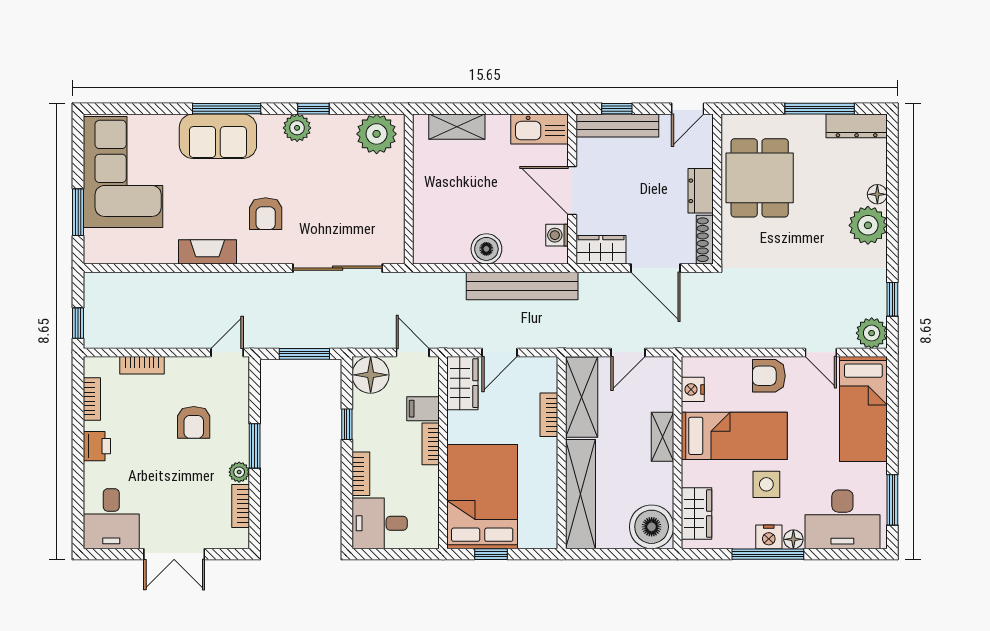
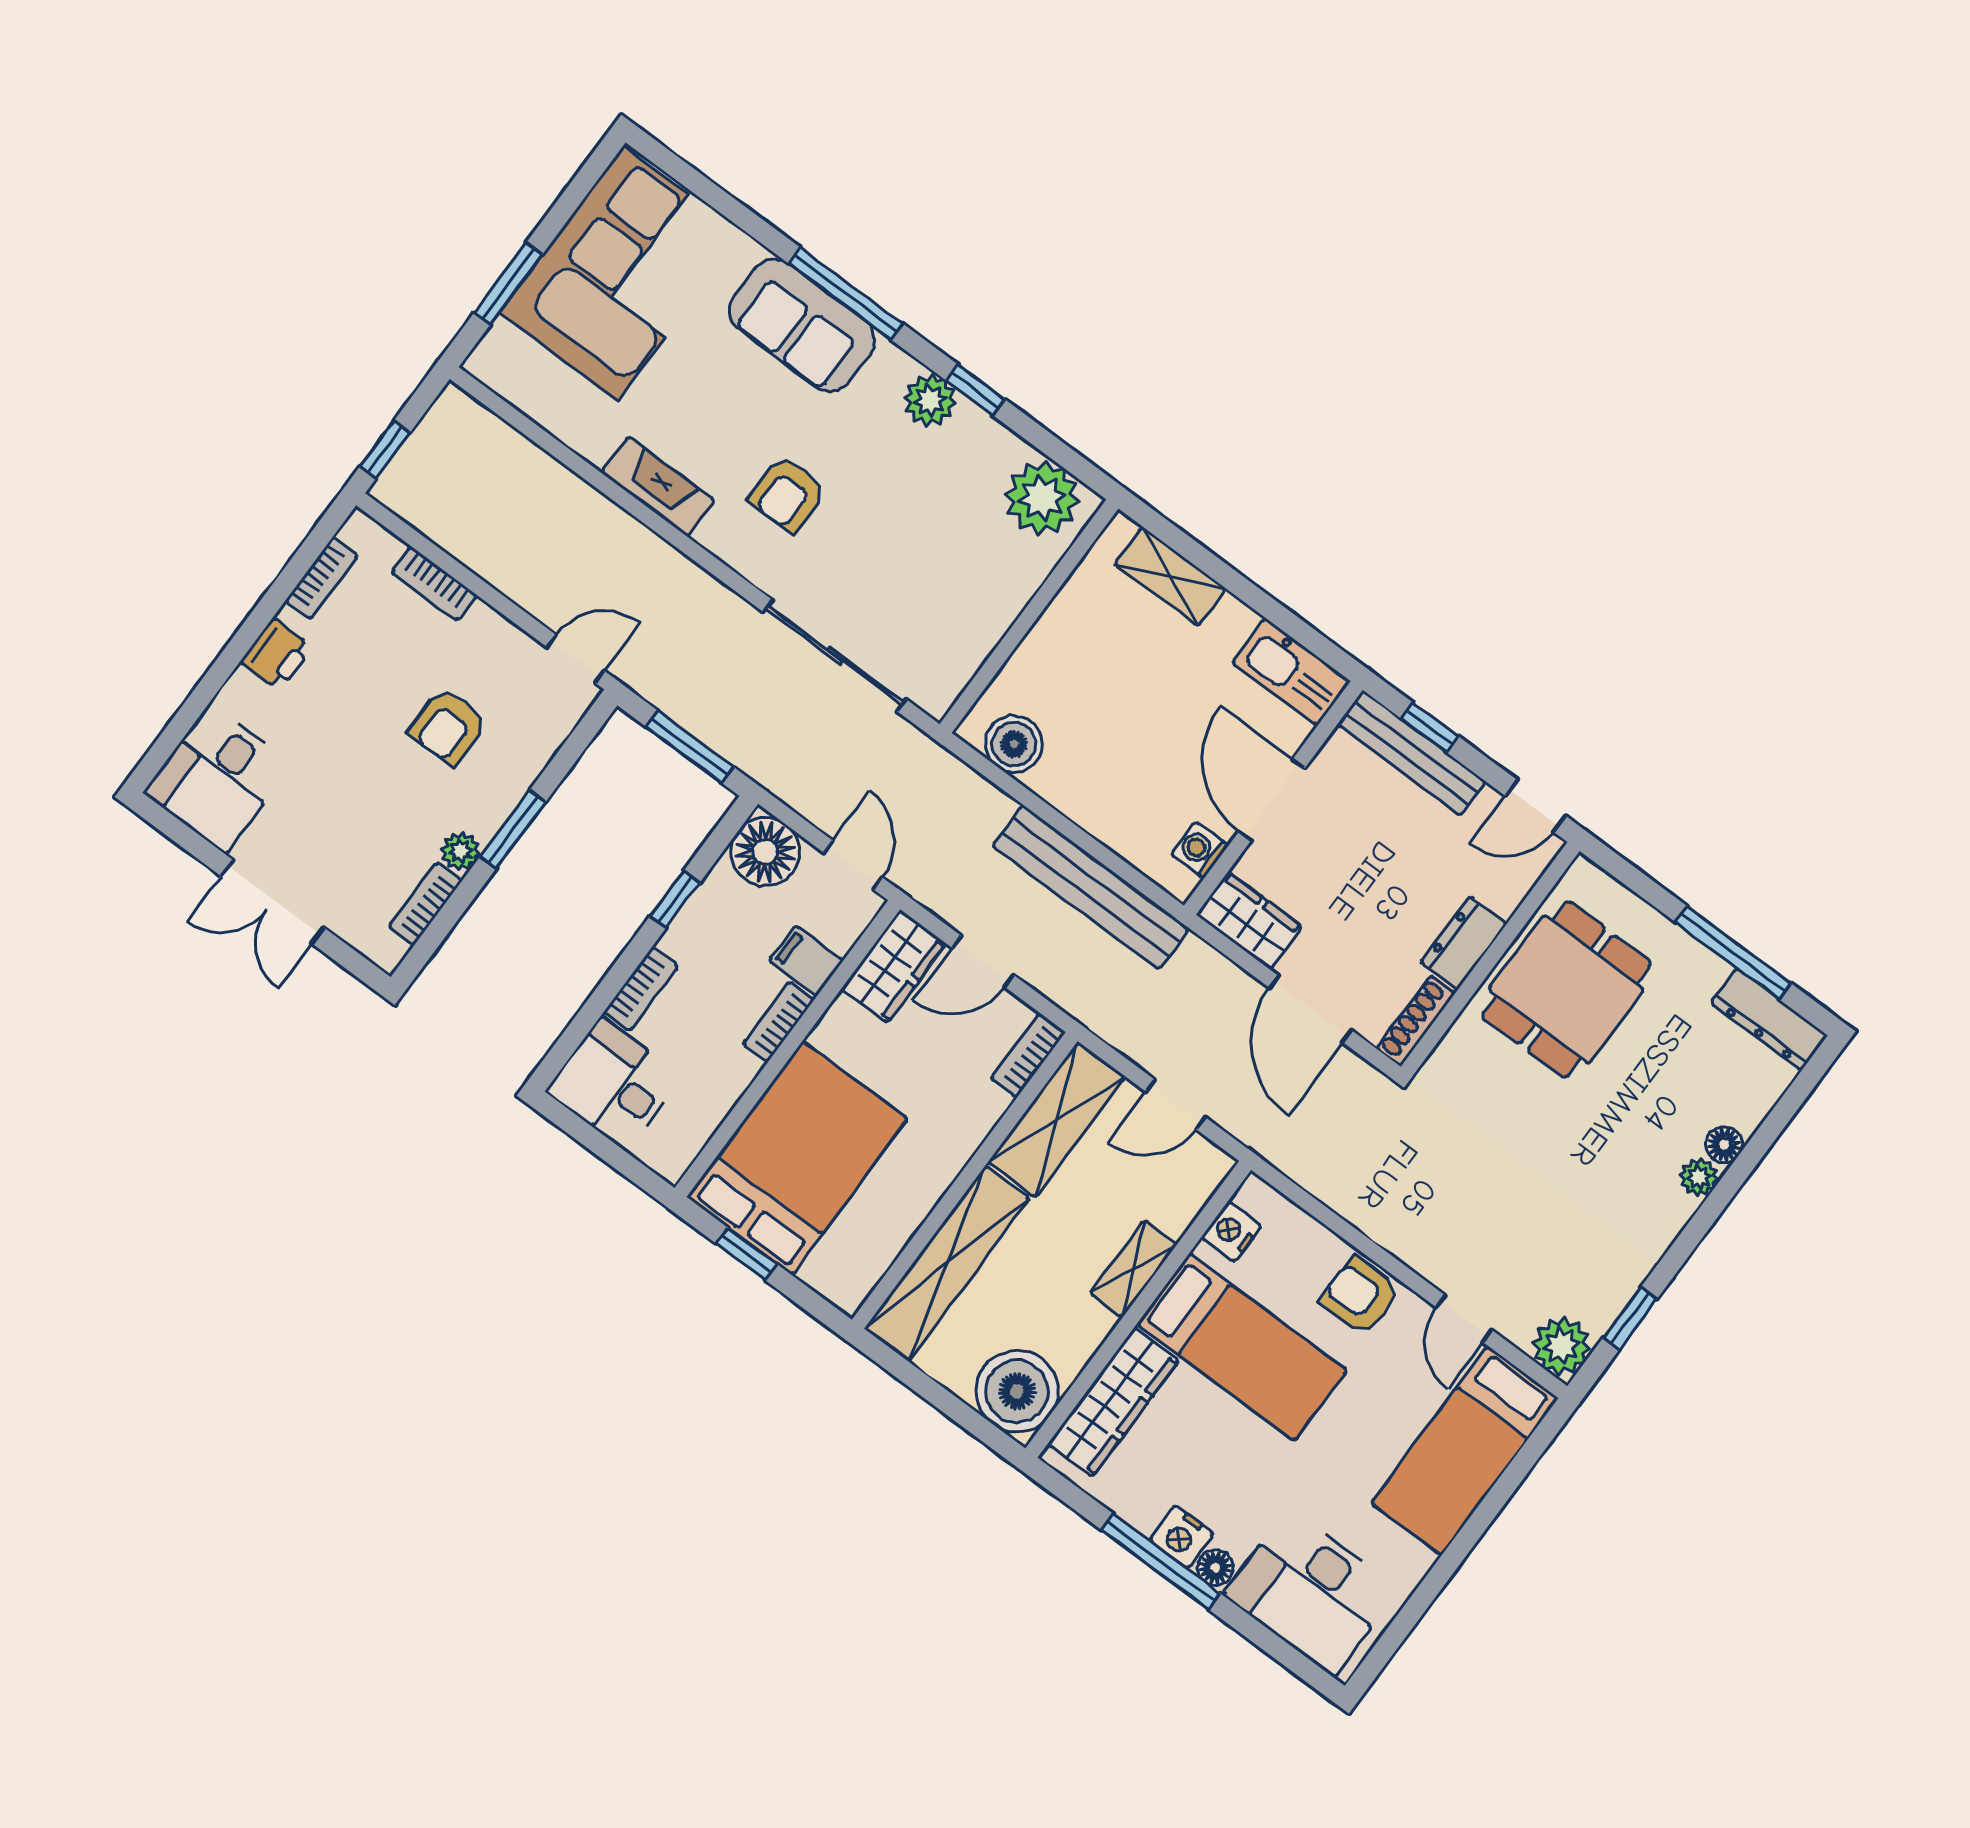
plant: (868, 225) -> (1699, 1177), width x0.53, depth x0.53
boiler: (486, 249) -> (1014, 744), moved
bookcase: (549, 415) -> (1028, 1055), moved
side table: (766, 484) -> (1236, 1455), removed
window: (892, 500) -> (1407, 1619), removed
wardrobe: (697, 514) -> (1113, 1402), width x1.50

